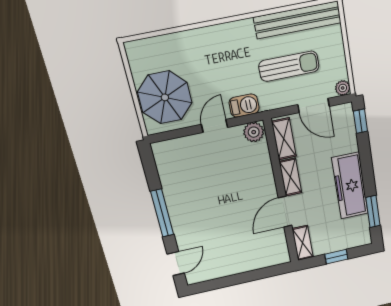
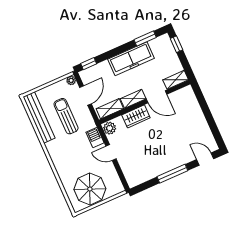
parasol: (165, 97) -> (90, 189), moved
wardrobe: (263, 176) -> (136, 116), added
window: (336, 257) -> (176, 44), moved

